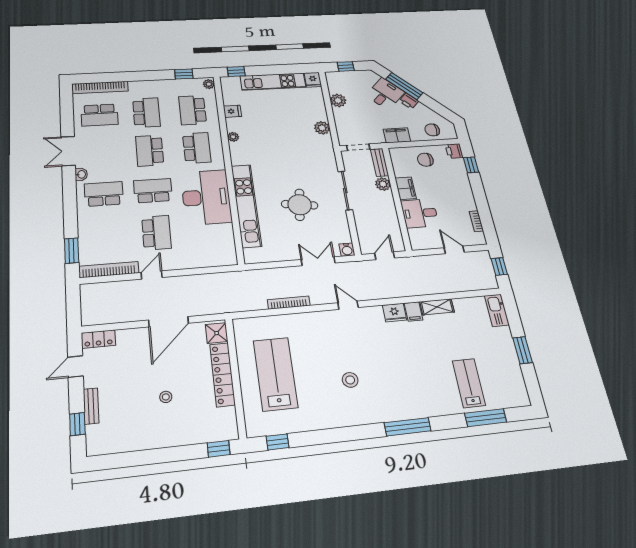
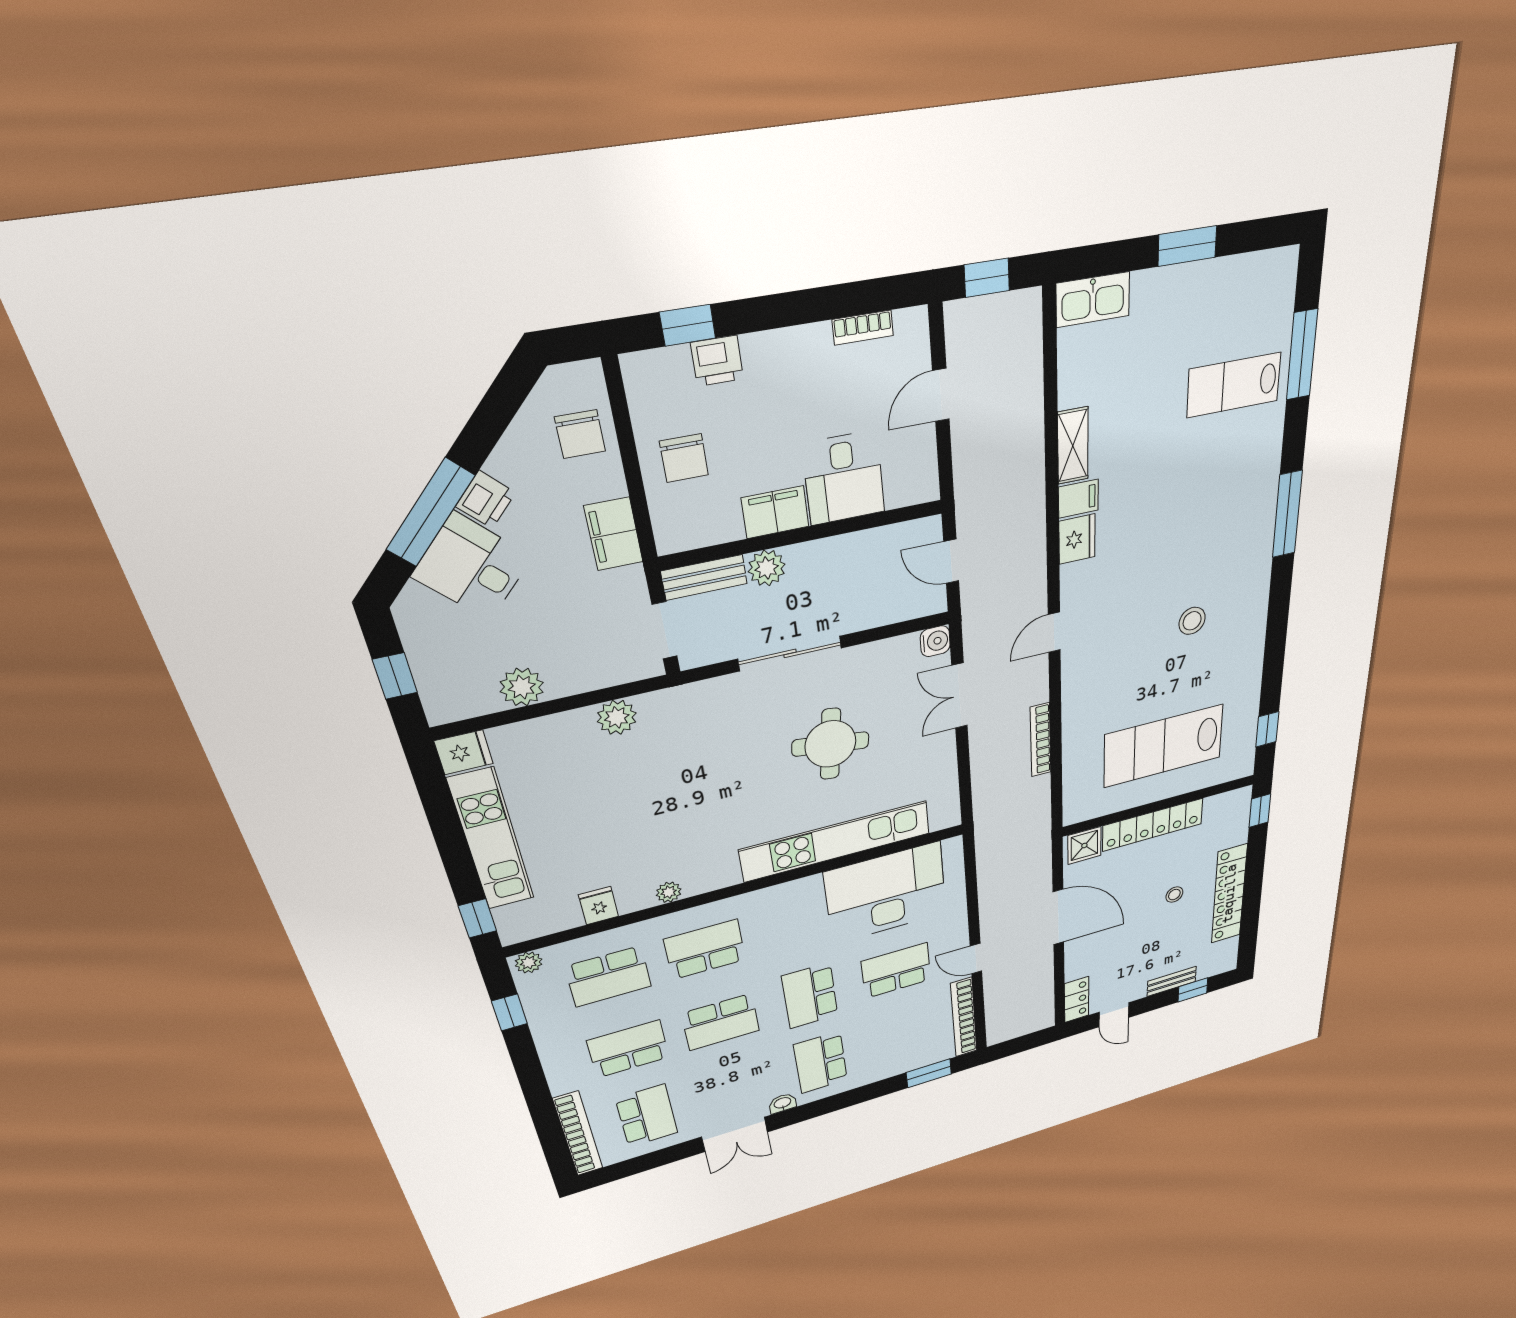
printer: (454, 151) -> (717, 361), moved
desk: (206, 197) -> (886, 893), moved
locker: (156, 438) -> (1229, 894), added

